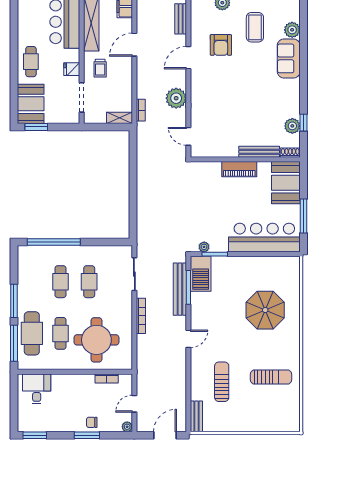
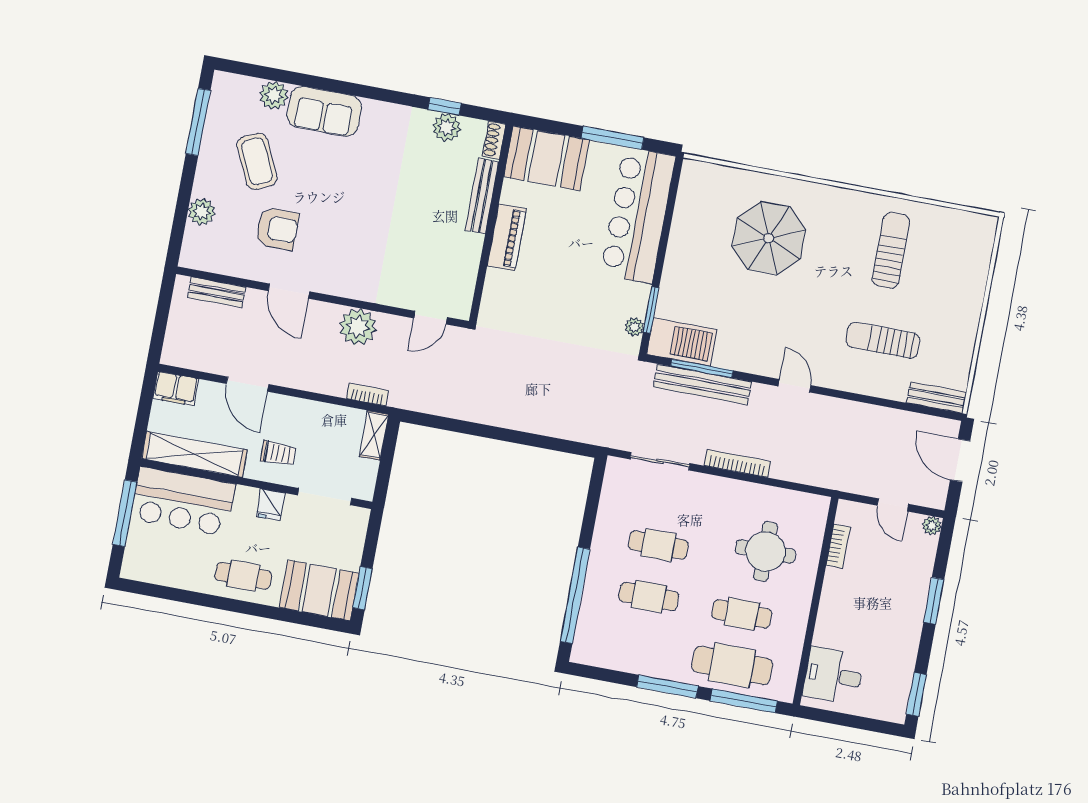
coffee table: (255, 27) -> (257, 161), turned 65
round table: (96, 340) -> (765, 551), width x0.73, depth x0.73
chair: (92, 422) -> (912, 588), removed

